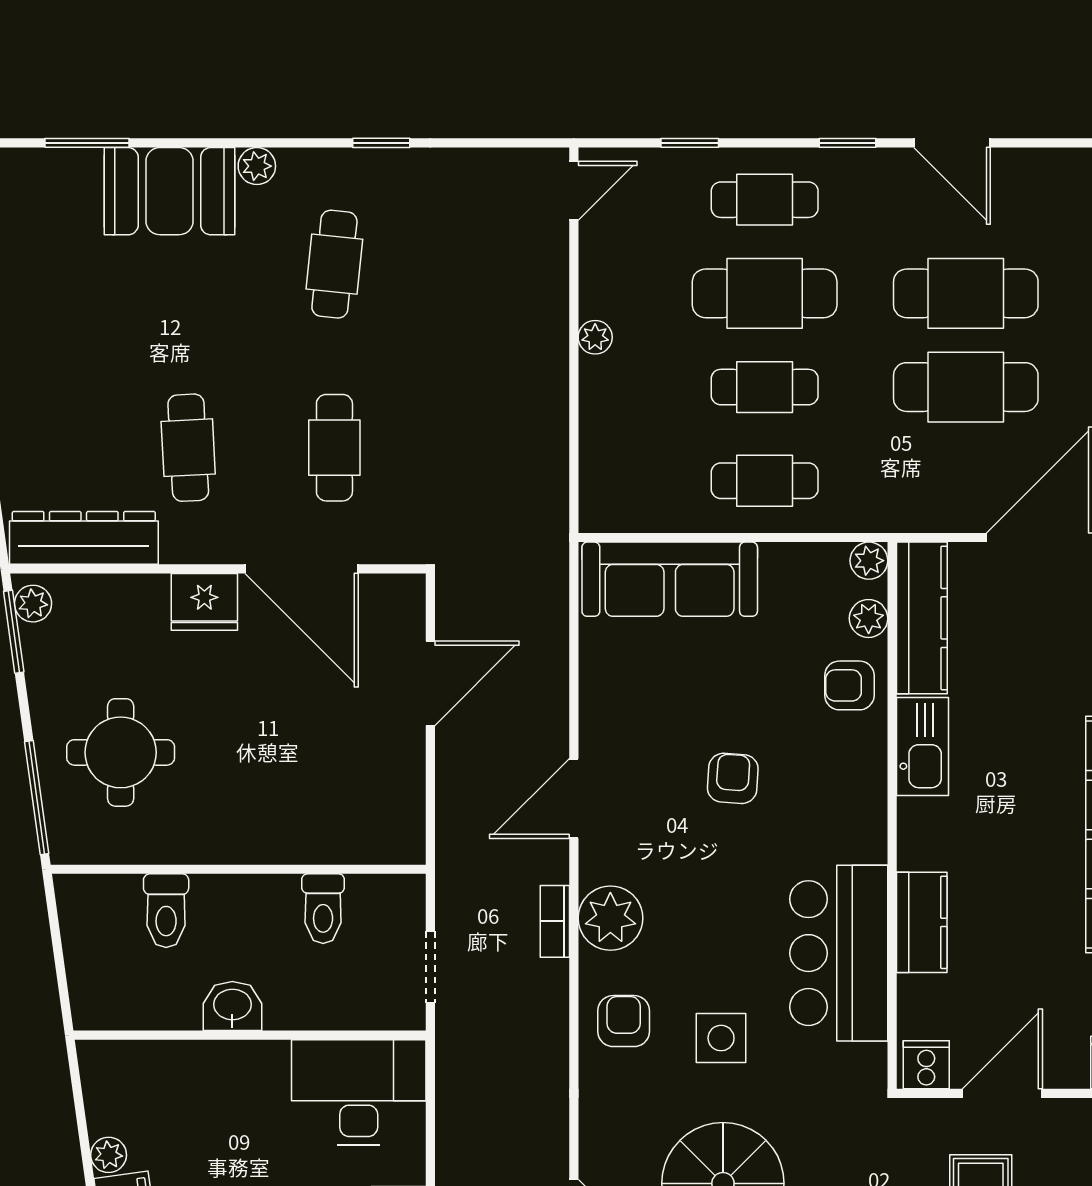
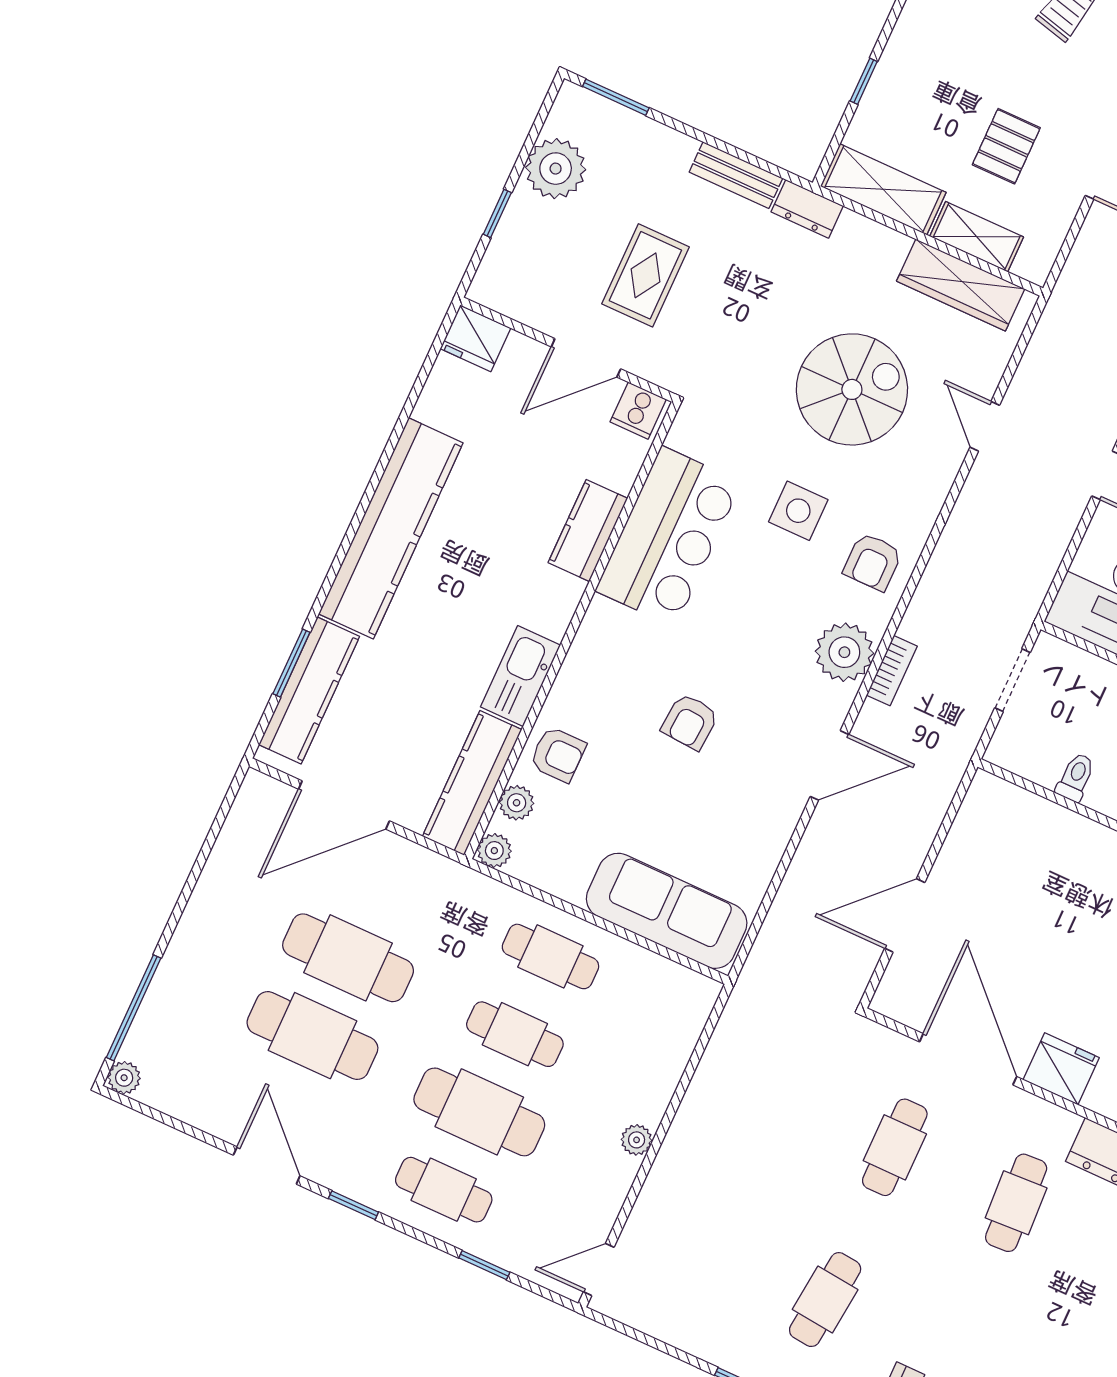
toilet: (323, 909) -> (1076, 777), width x0.73, depth x0.72

